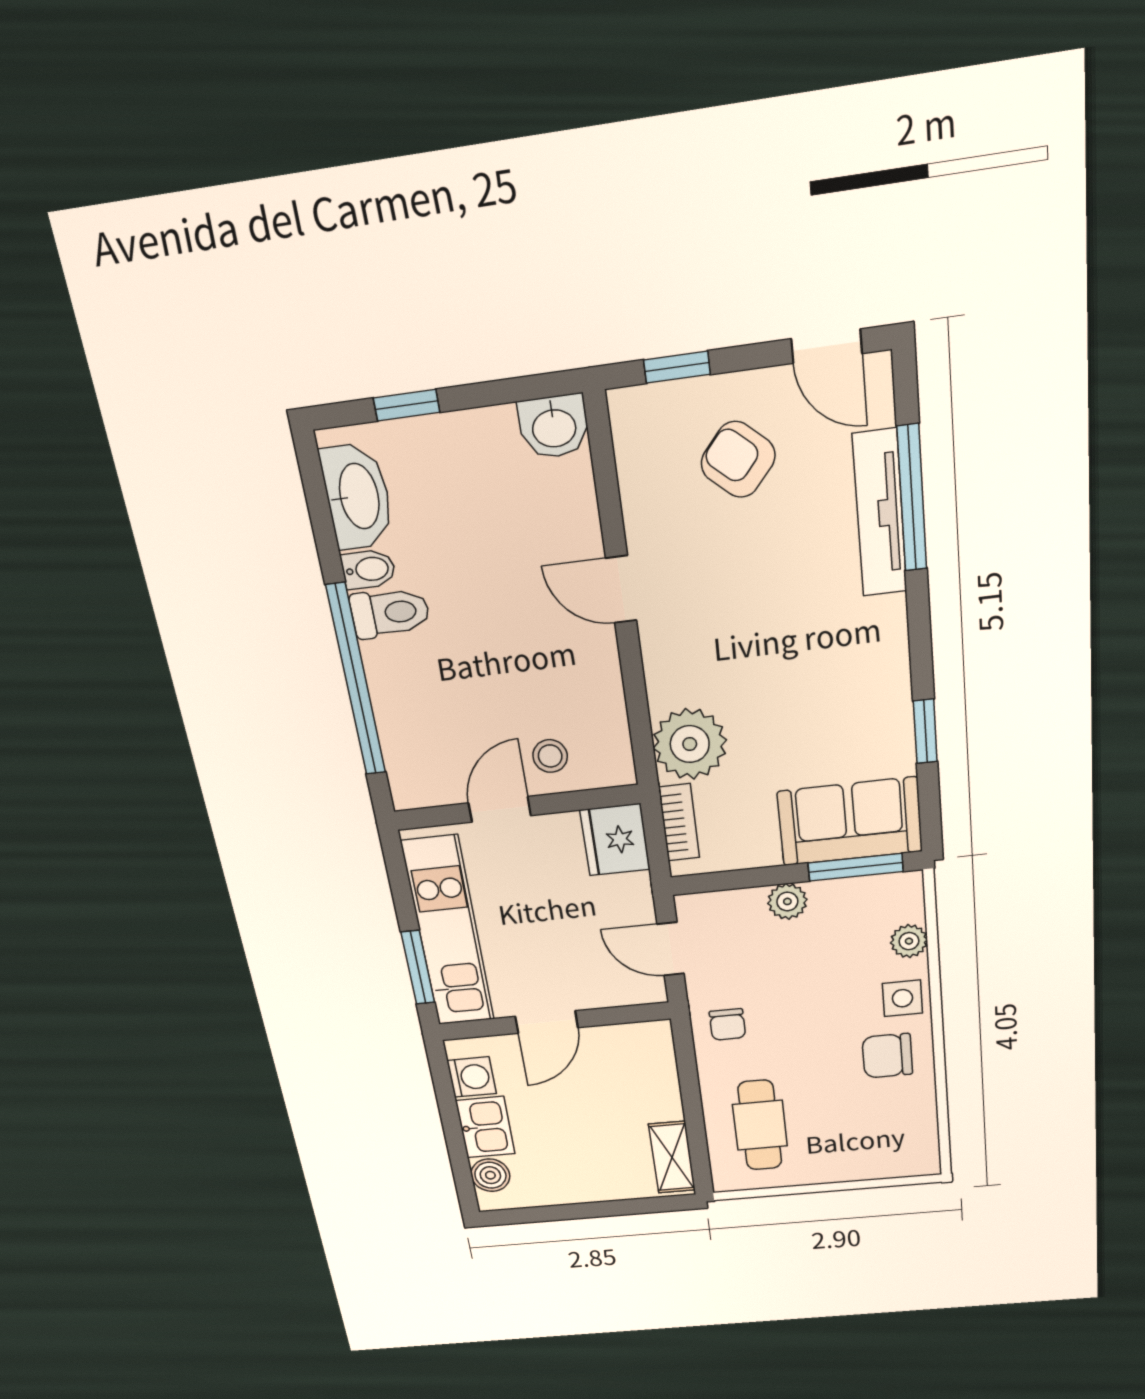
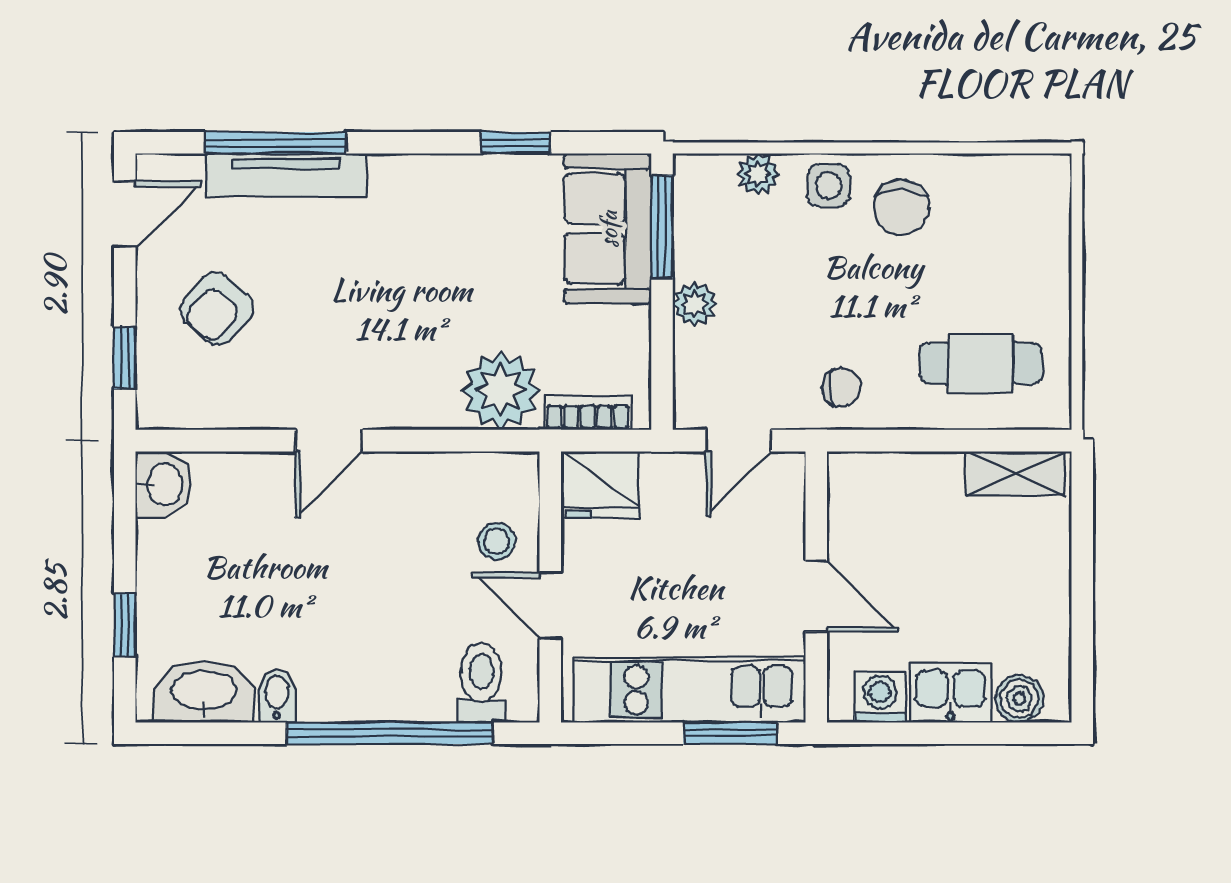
toilet: (390, 613) -> (481, 683), moved

